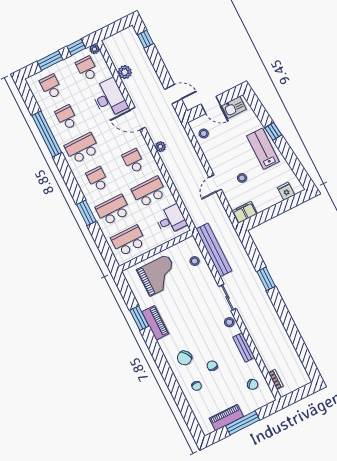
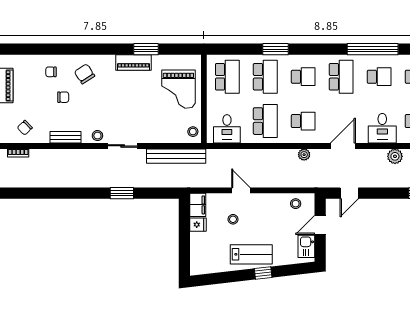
desk: (109, 98) -> (382, 128), width x0.73
fridge: (286, 191) -> (198, 225), moved
stool: (195, 261) -> (193, 132), moved

